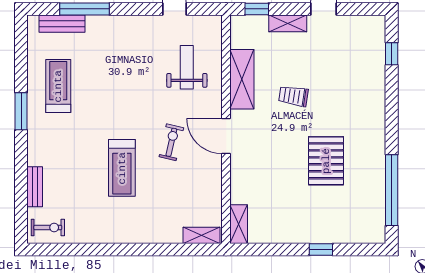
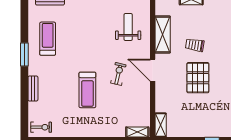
pallet: (326, 161) -> (198, 78), moved
bench: (35, 187) -> (33, 88), moved

